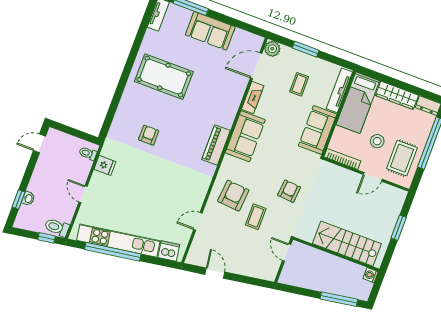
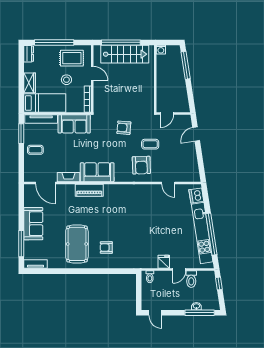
plant: (272, 49) -> (30, 176), removed
window: (306, 49) -> (21, 134), moved
coffee table: (299, 84) -> (35, 150), moved
wardrobe: (397, 95) -> (30, 83), width x0.67
armchair: (149, 135) -> (106, 248), moved
piano: (216, 145) -> (89, 190), moved
fridge: (105, 165) -> (164, 262), moved
armchair: (233, 196) -> (141, 165), turned -97
window: (19, 199) -> (200, 313), width x2.17
toilet: (57, 227) -> (191, 279), moved
window: (399, 228) -> (121, 42), width x2.11
stairs: (347, 244) -> (125, 54), moved, turned -90
door: (215, 273) -> (196, 134), moved

